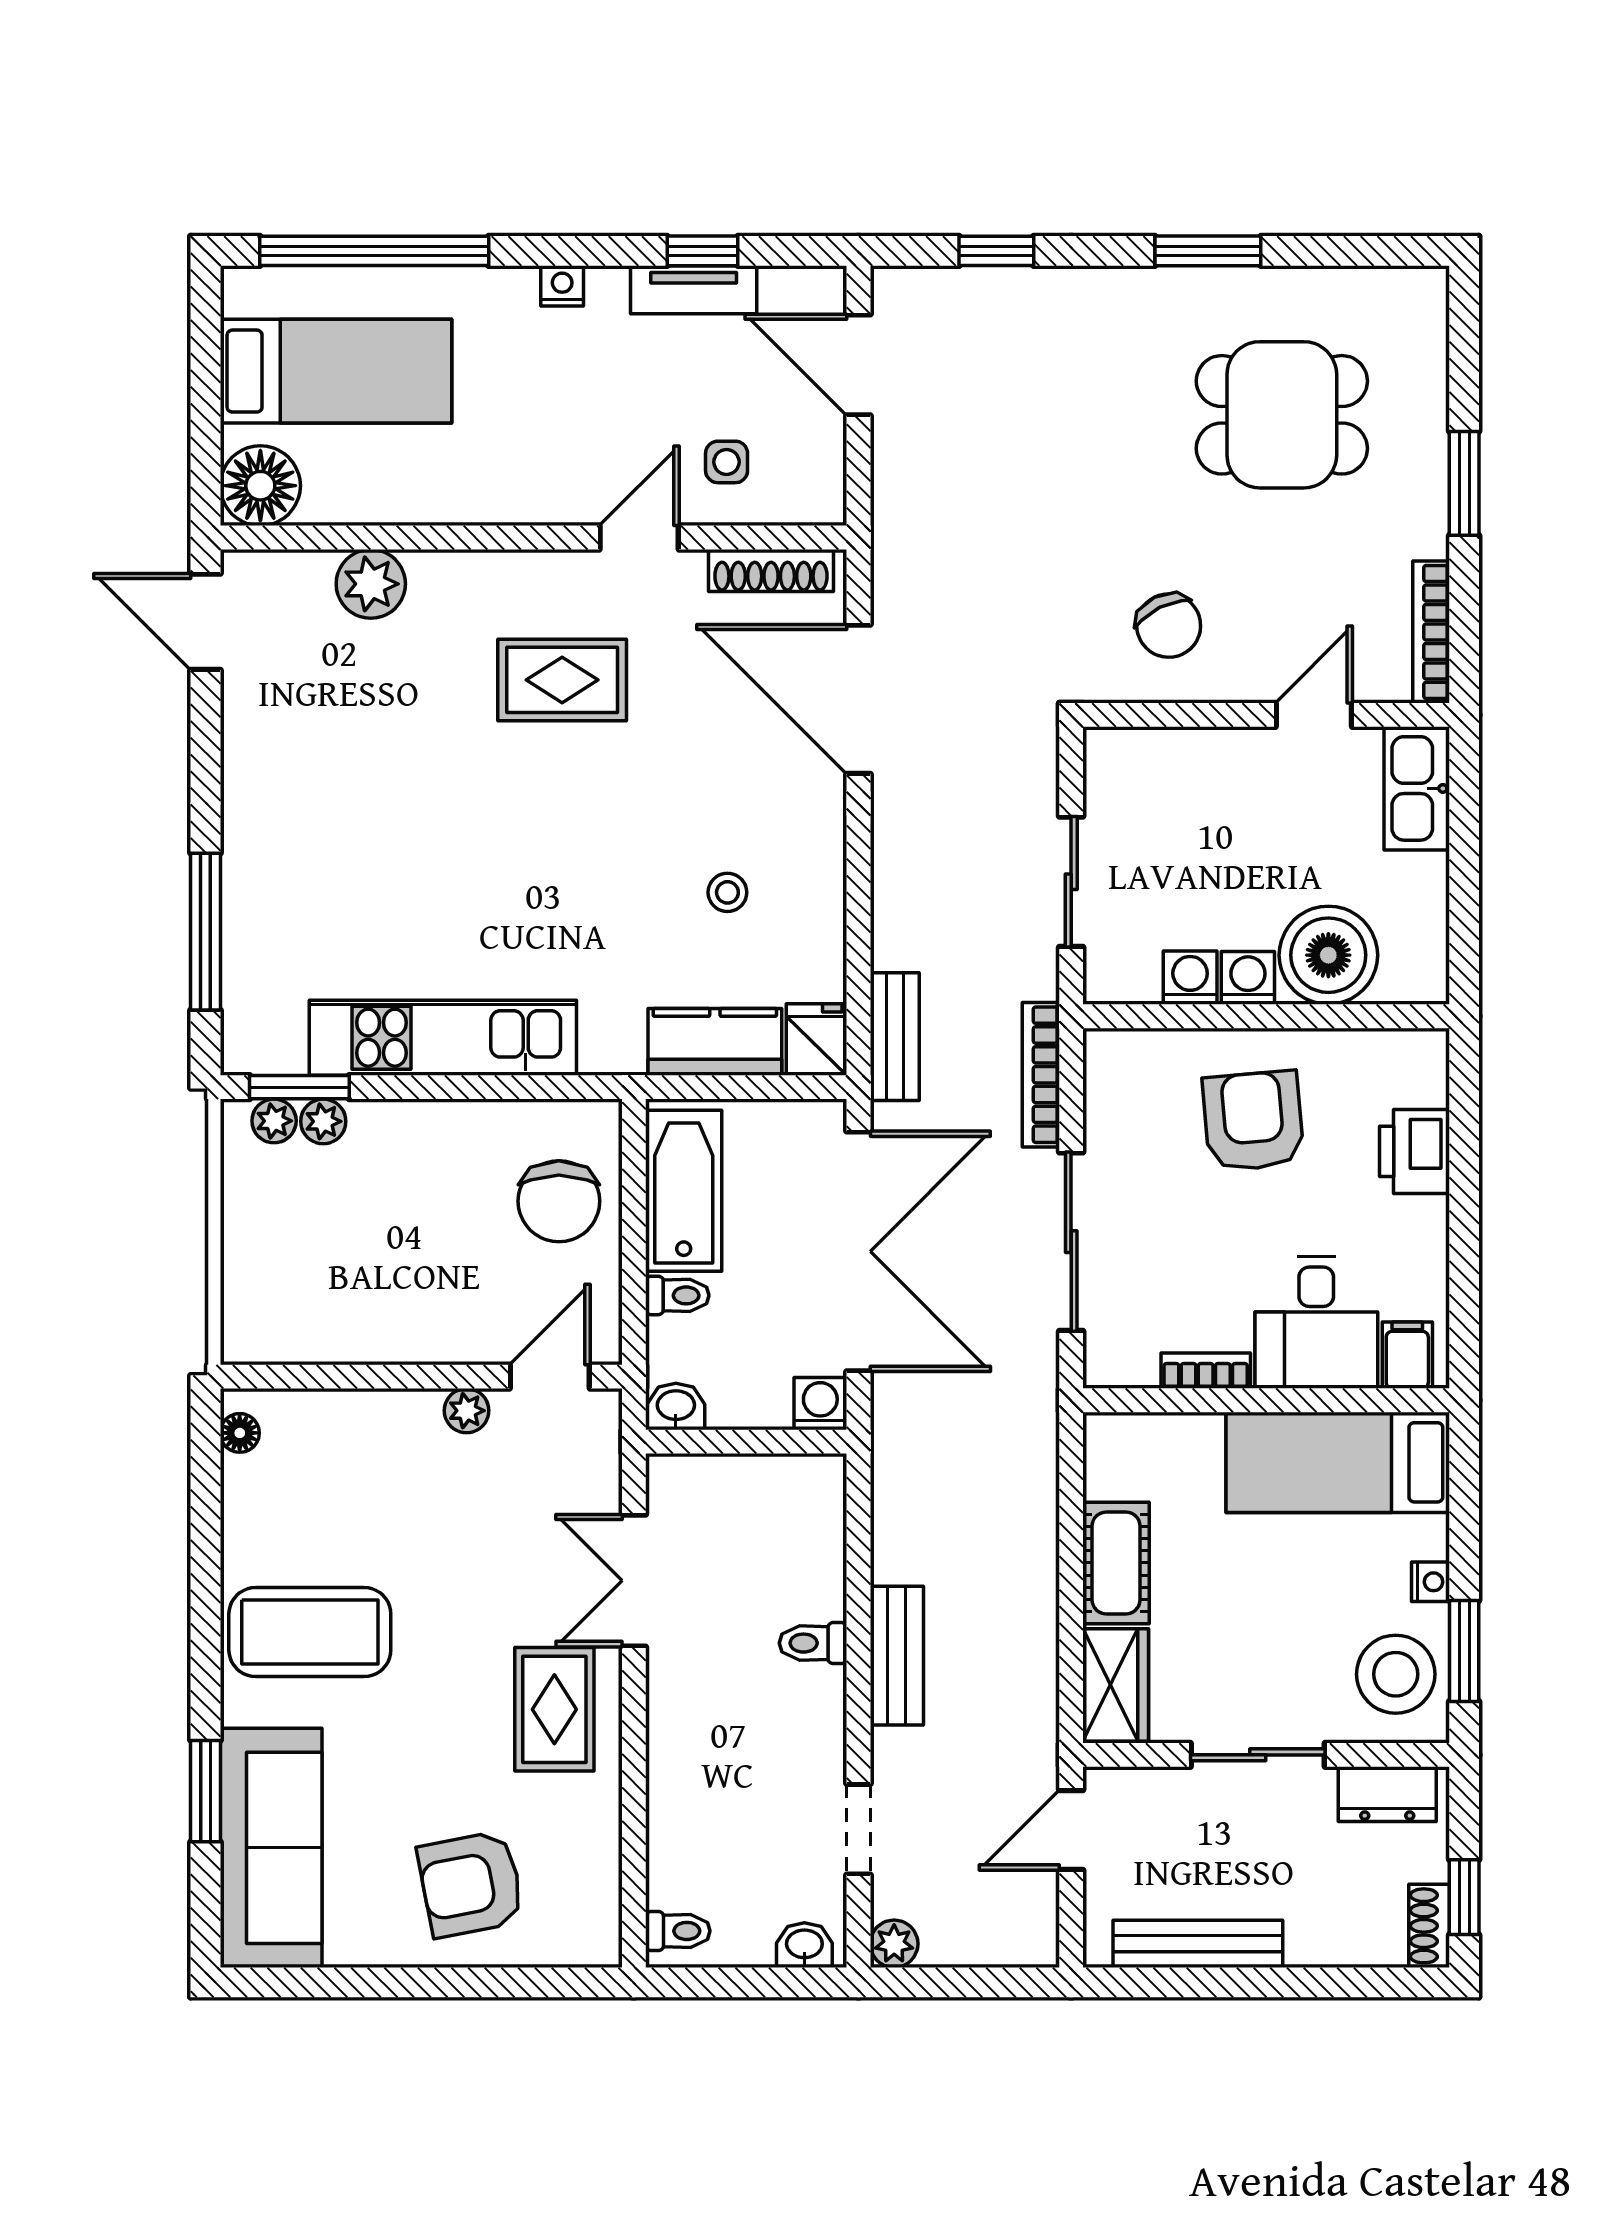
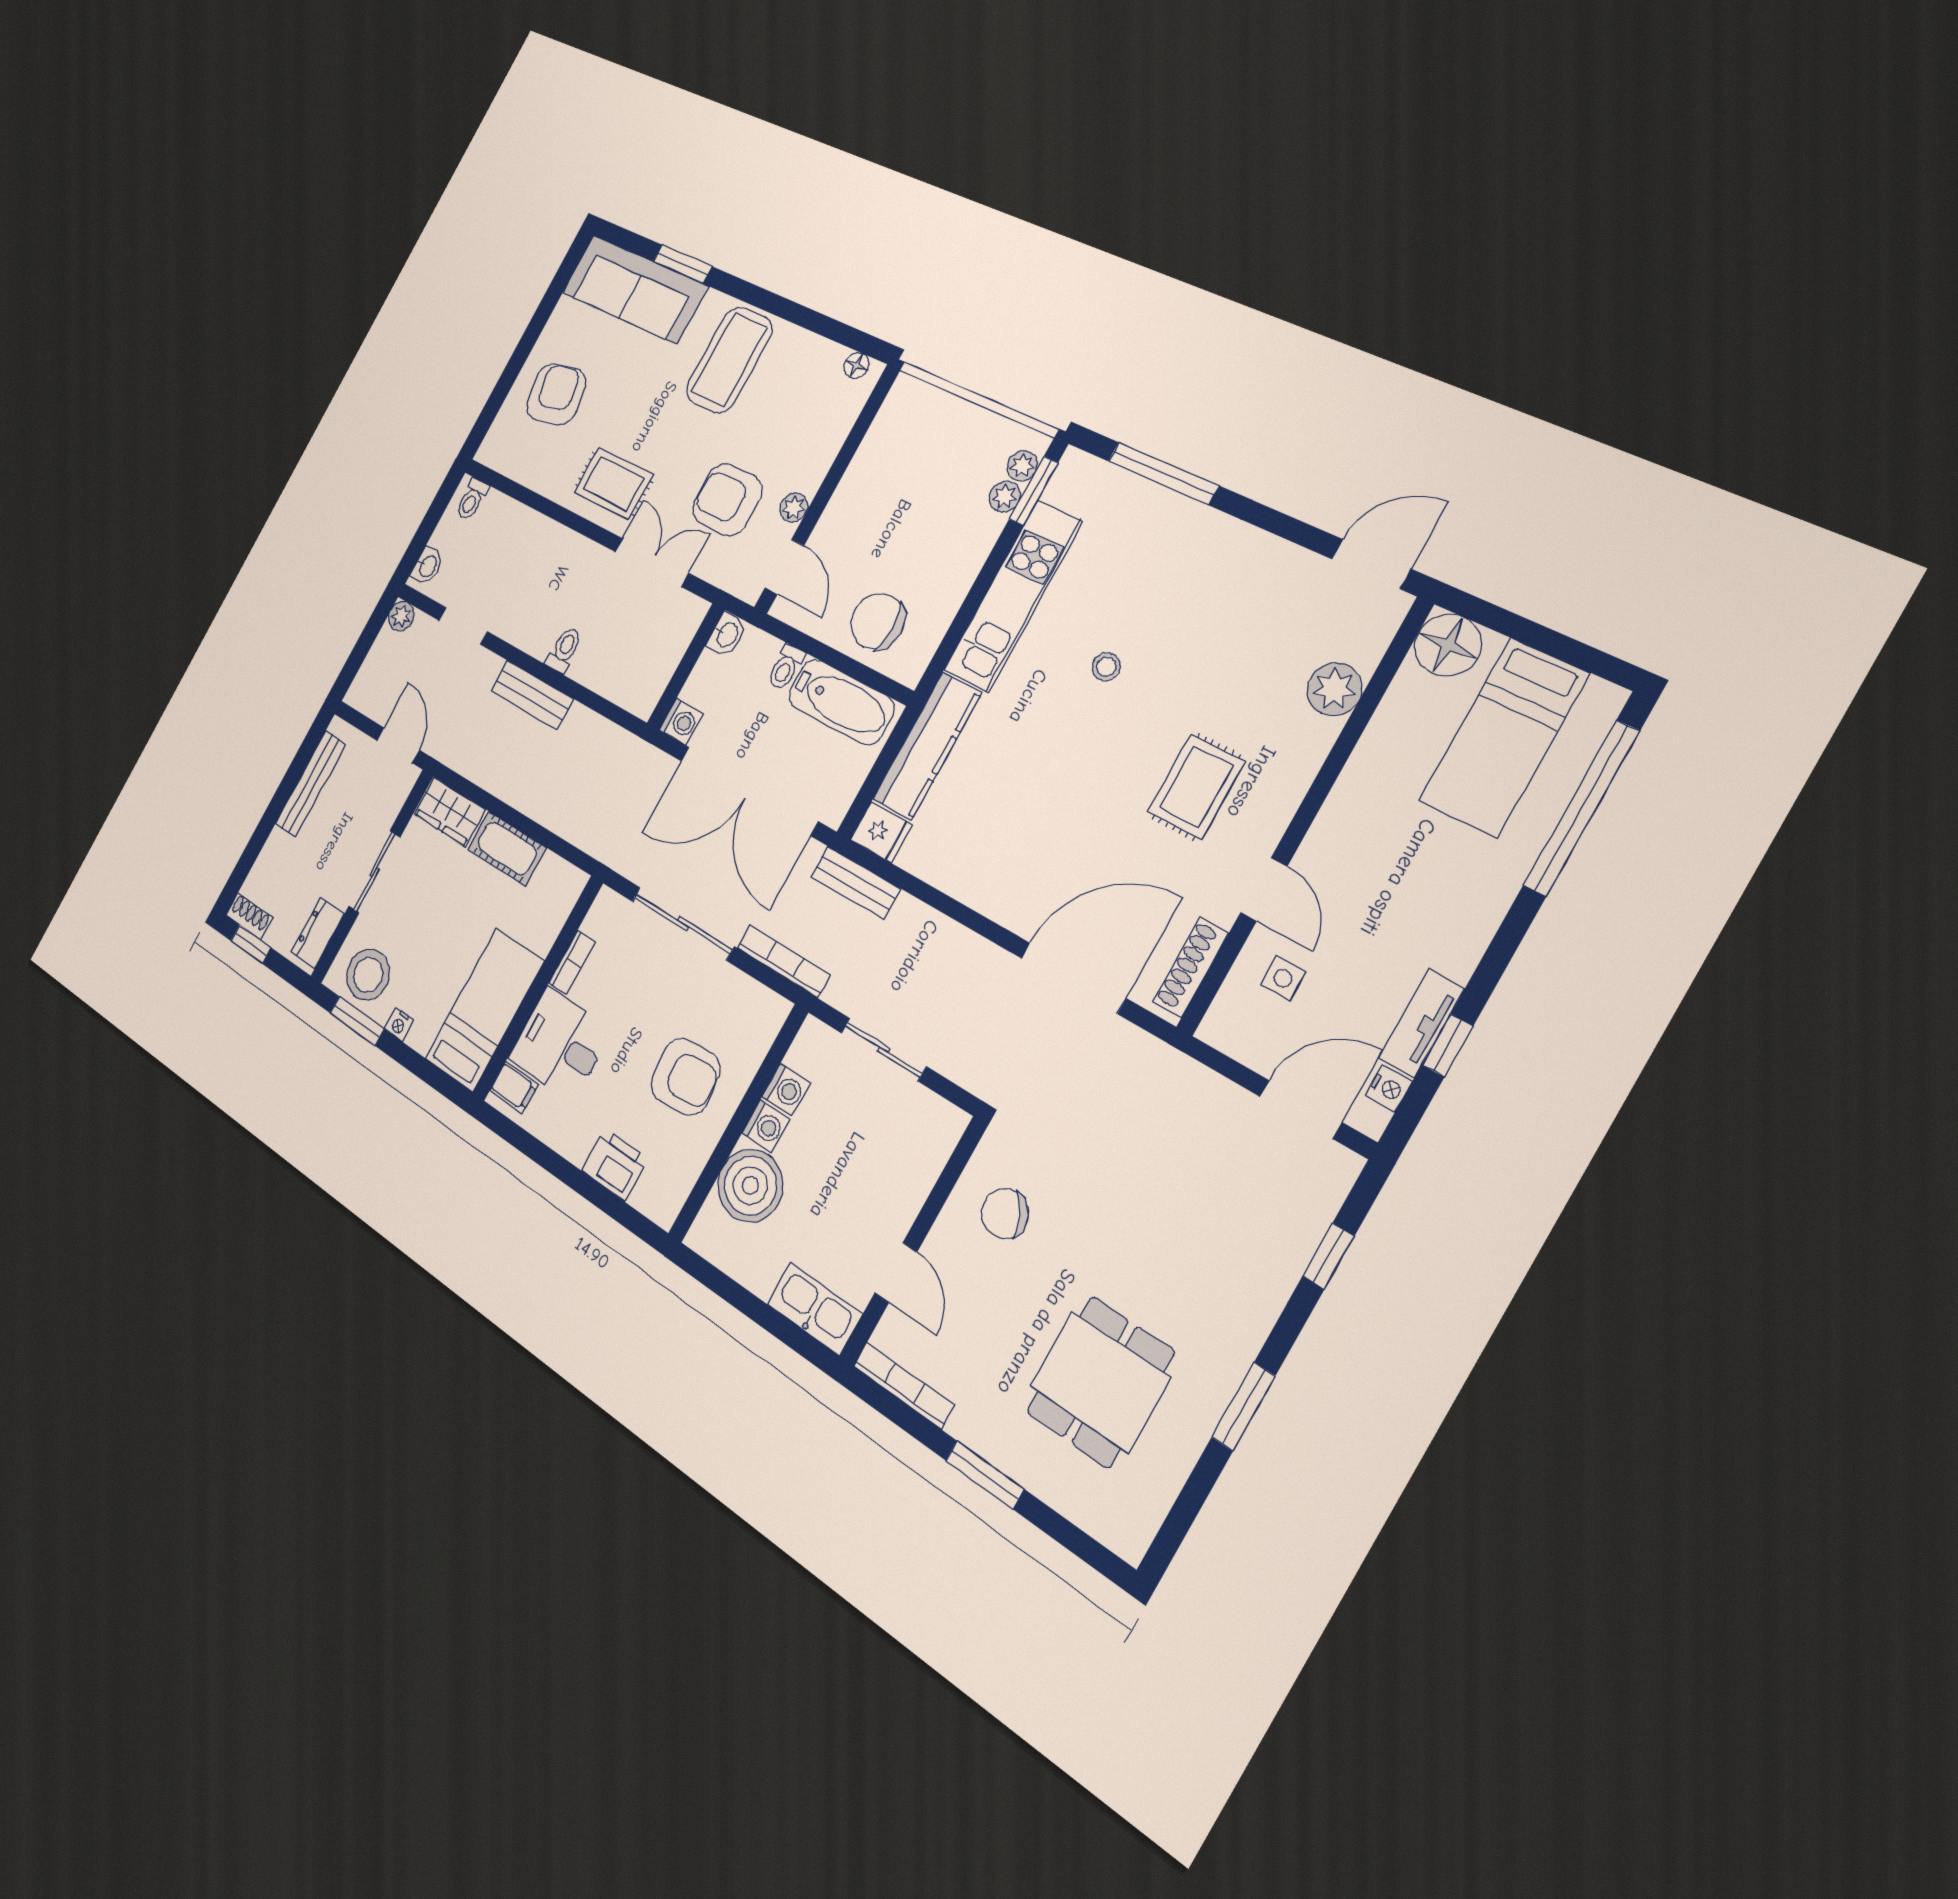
nightstand: (562, 286) -> (1389, 1088), moved
stool: (727, 892) -> (1106, 667), moved
kitchen counter: (715, 1042) -> (927, 746), width x1.50
armchair: (499, 1517) -> (727, 500), added

